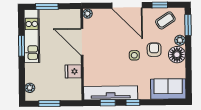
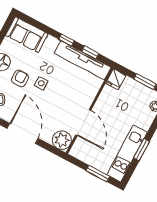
plant: (88, 14) -> (62, 140), width x1.88, depth x1.88
armchair: (154, 50) -> (20, 78), turned 180
fridge: (73, 71) -> (116, 79), moved, turned 90

